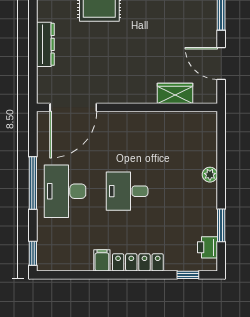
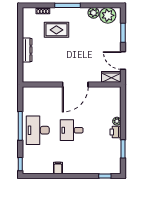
wardrobe: (175, 93) -> (111, 77), moved
door: (73, 107) -> (75, 84), moved
printer: (208, 247) -> (116, 132), moved
locker: (138, 262) -> (78, 169), removed

